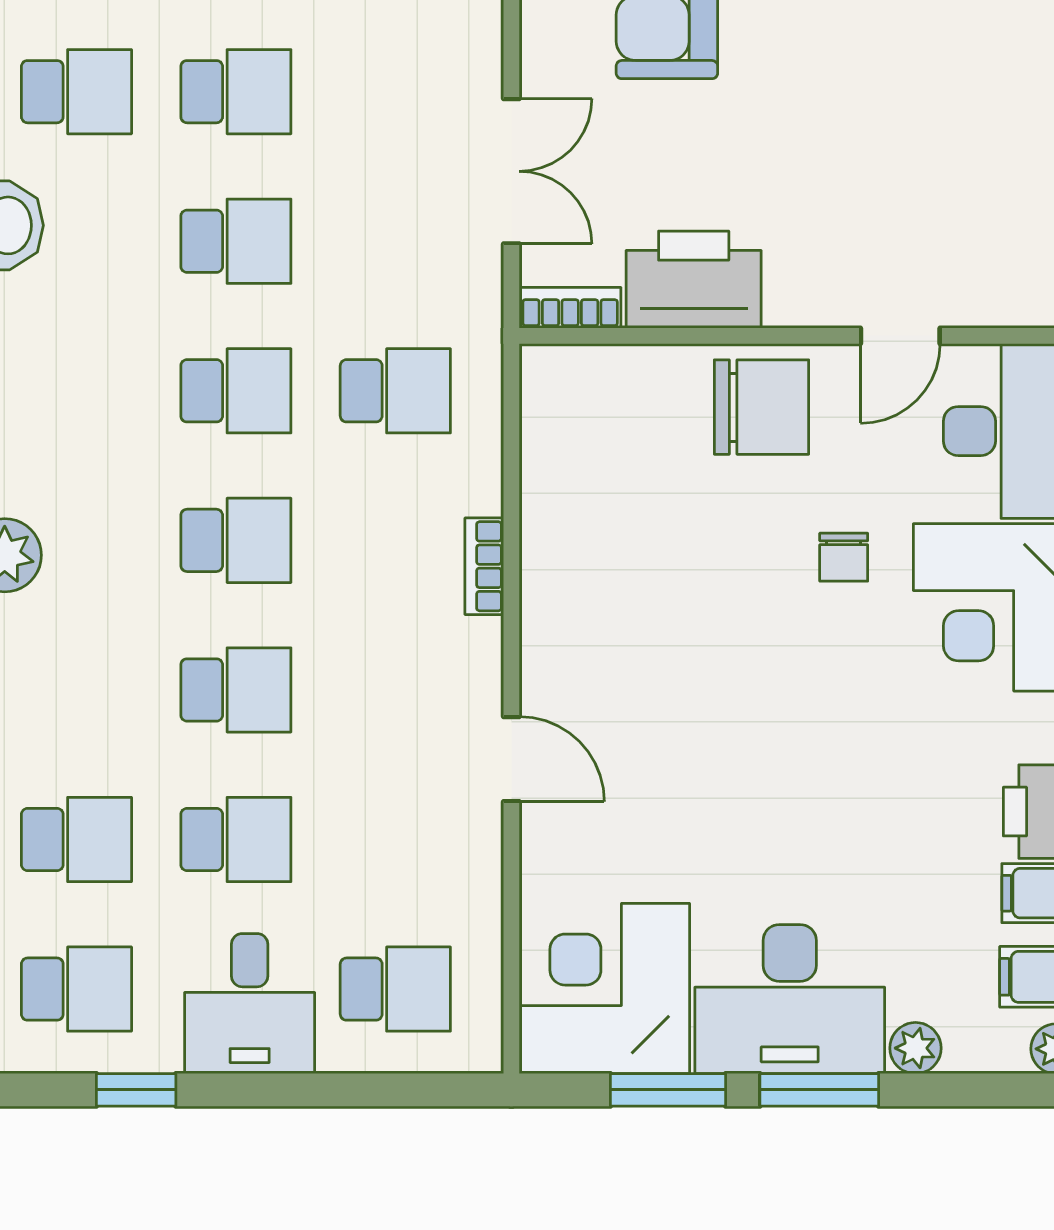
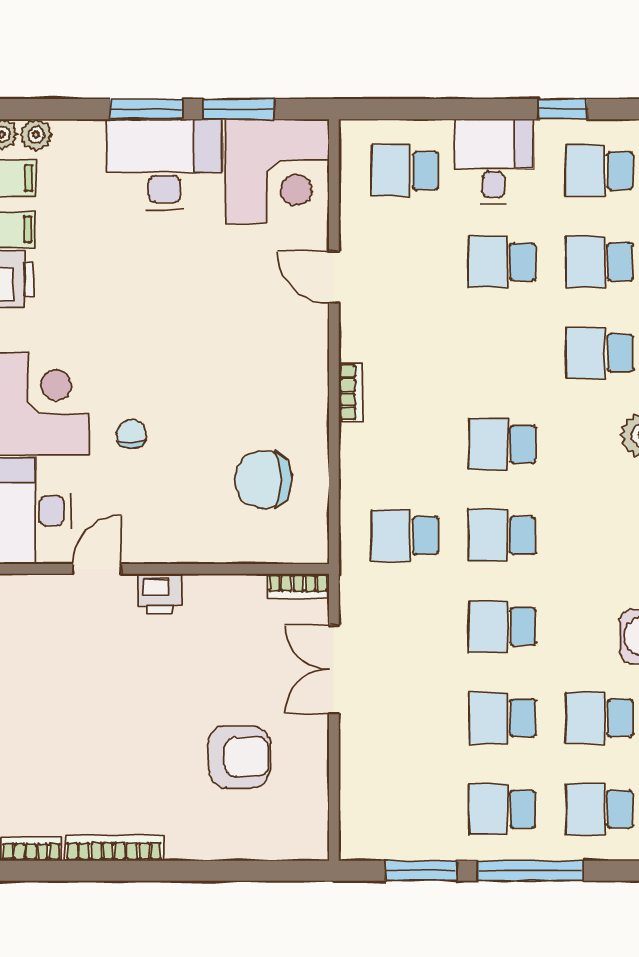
printer: (694, 280) -> (160, 594), moved, width x0.53, depth x0.68
chair: (761, 407) -> (263, 480), moved
bookcase: (484, 566) -> (351, 392), moved
school desk: (236, 690) -> (599, 353), moved
door: (511, 759) -> (334, 277), moved
plant: (915, 1048) -> (36, 135), moved

